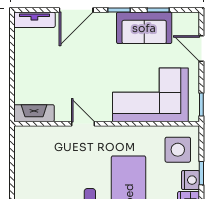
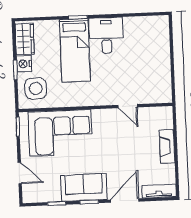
sofa: (144, 28) -> (84, 188), moved
fireplace: (34, 113) -> (167, 147), moved, turned 90
door: (83, 124) -> (128, 106), moved

